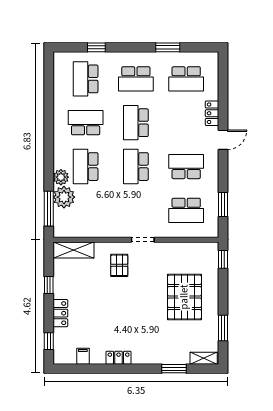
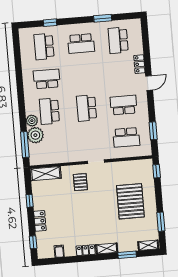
school desk: (186, 79) -> (118, 40), turned 90
school desk: (136, 123) -> (84, 76), removed
shelving: (147, 358) -> (107, 248), added

